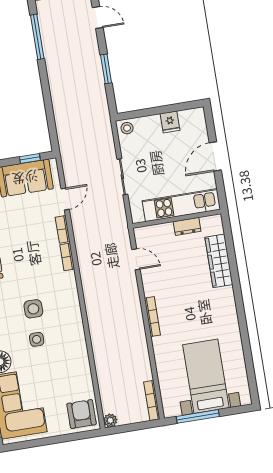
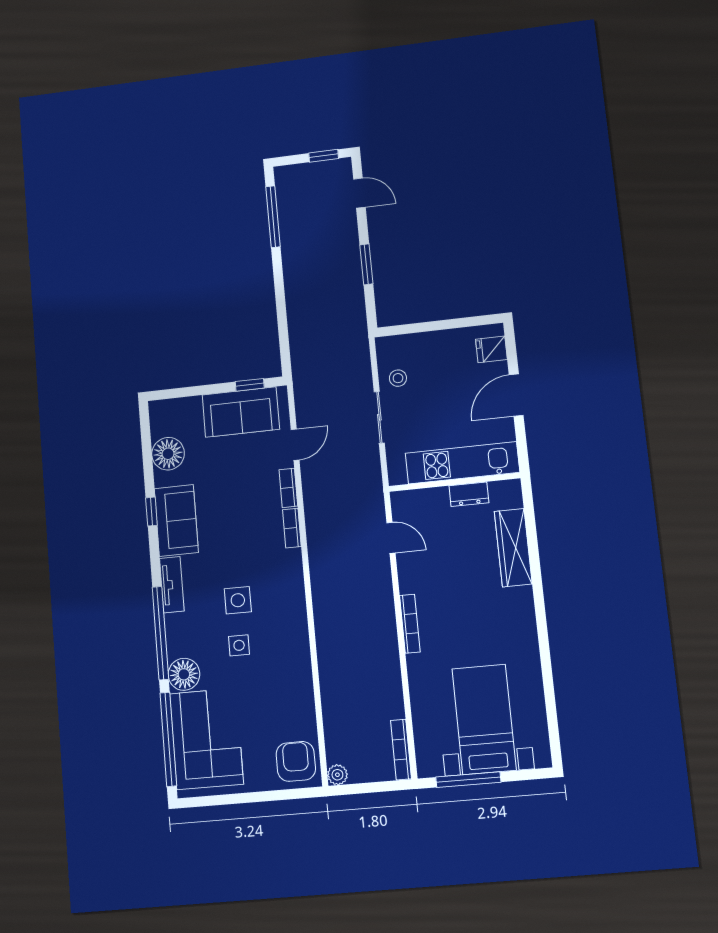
fridge: (170, 122) -> (491, 349), moved, turned 90
stool: (127, 128) -> (398, 378), moved

